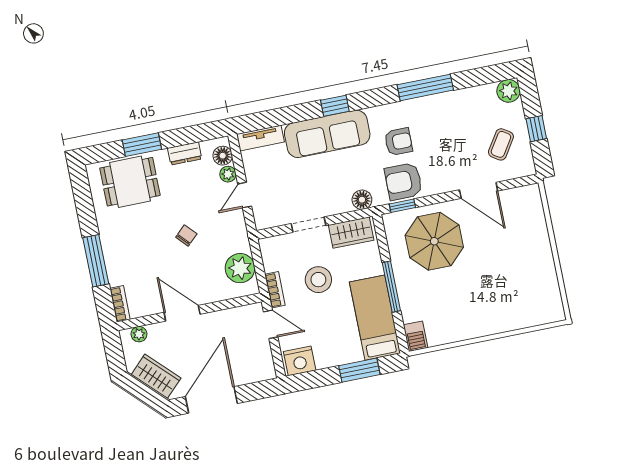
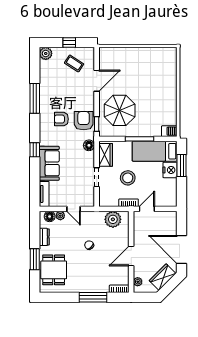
sofa: (327, 134) -> (49, 163), width x0.73
armchair: (399, 142) -> (61, 119), turned -90
armchair: (404, 181) -> (84, 121), turned 180
nightstand: (300, 361) -> (170, 170), moved

